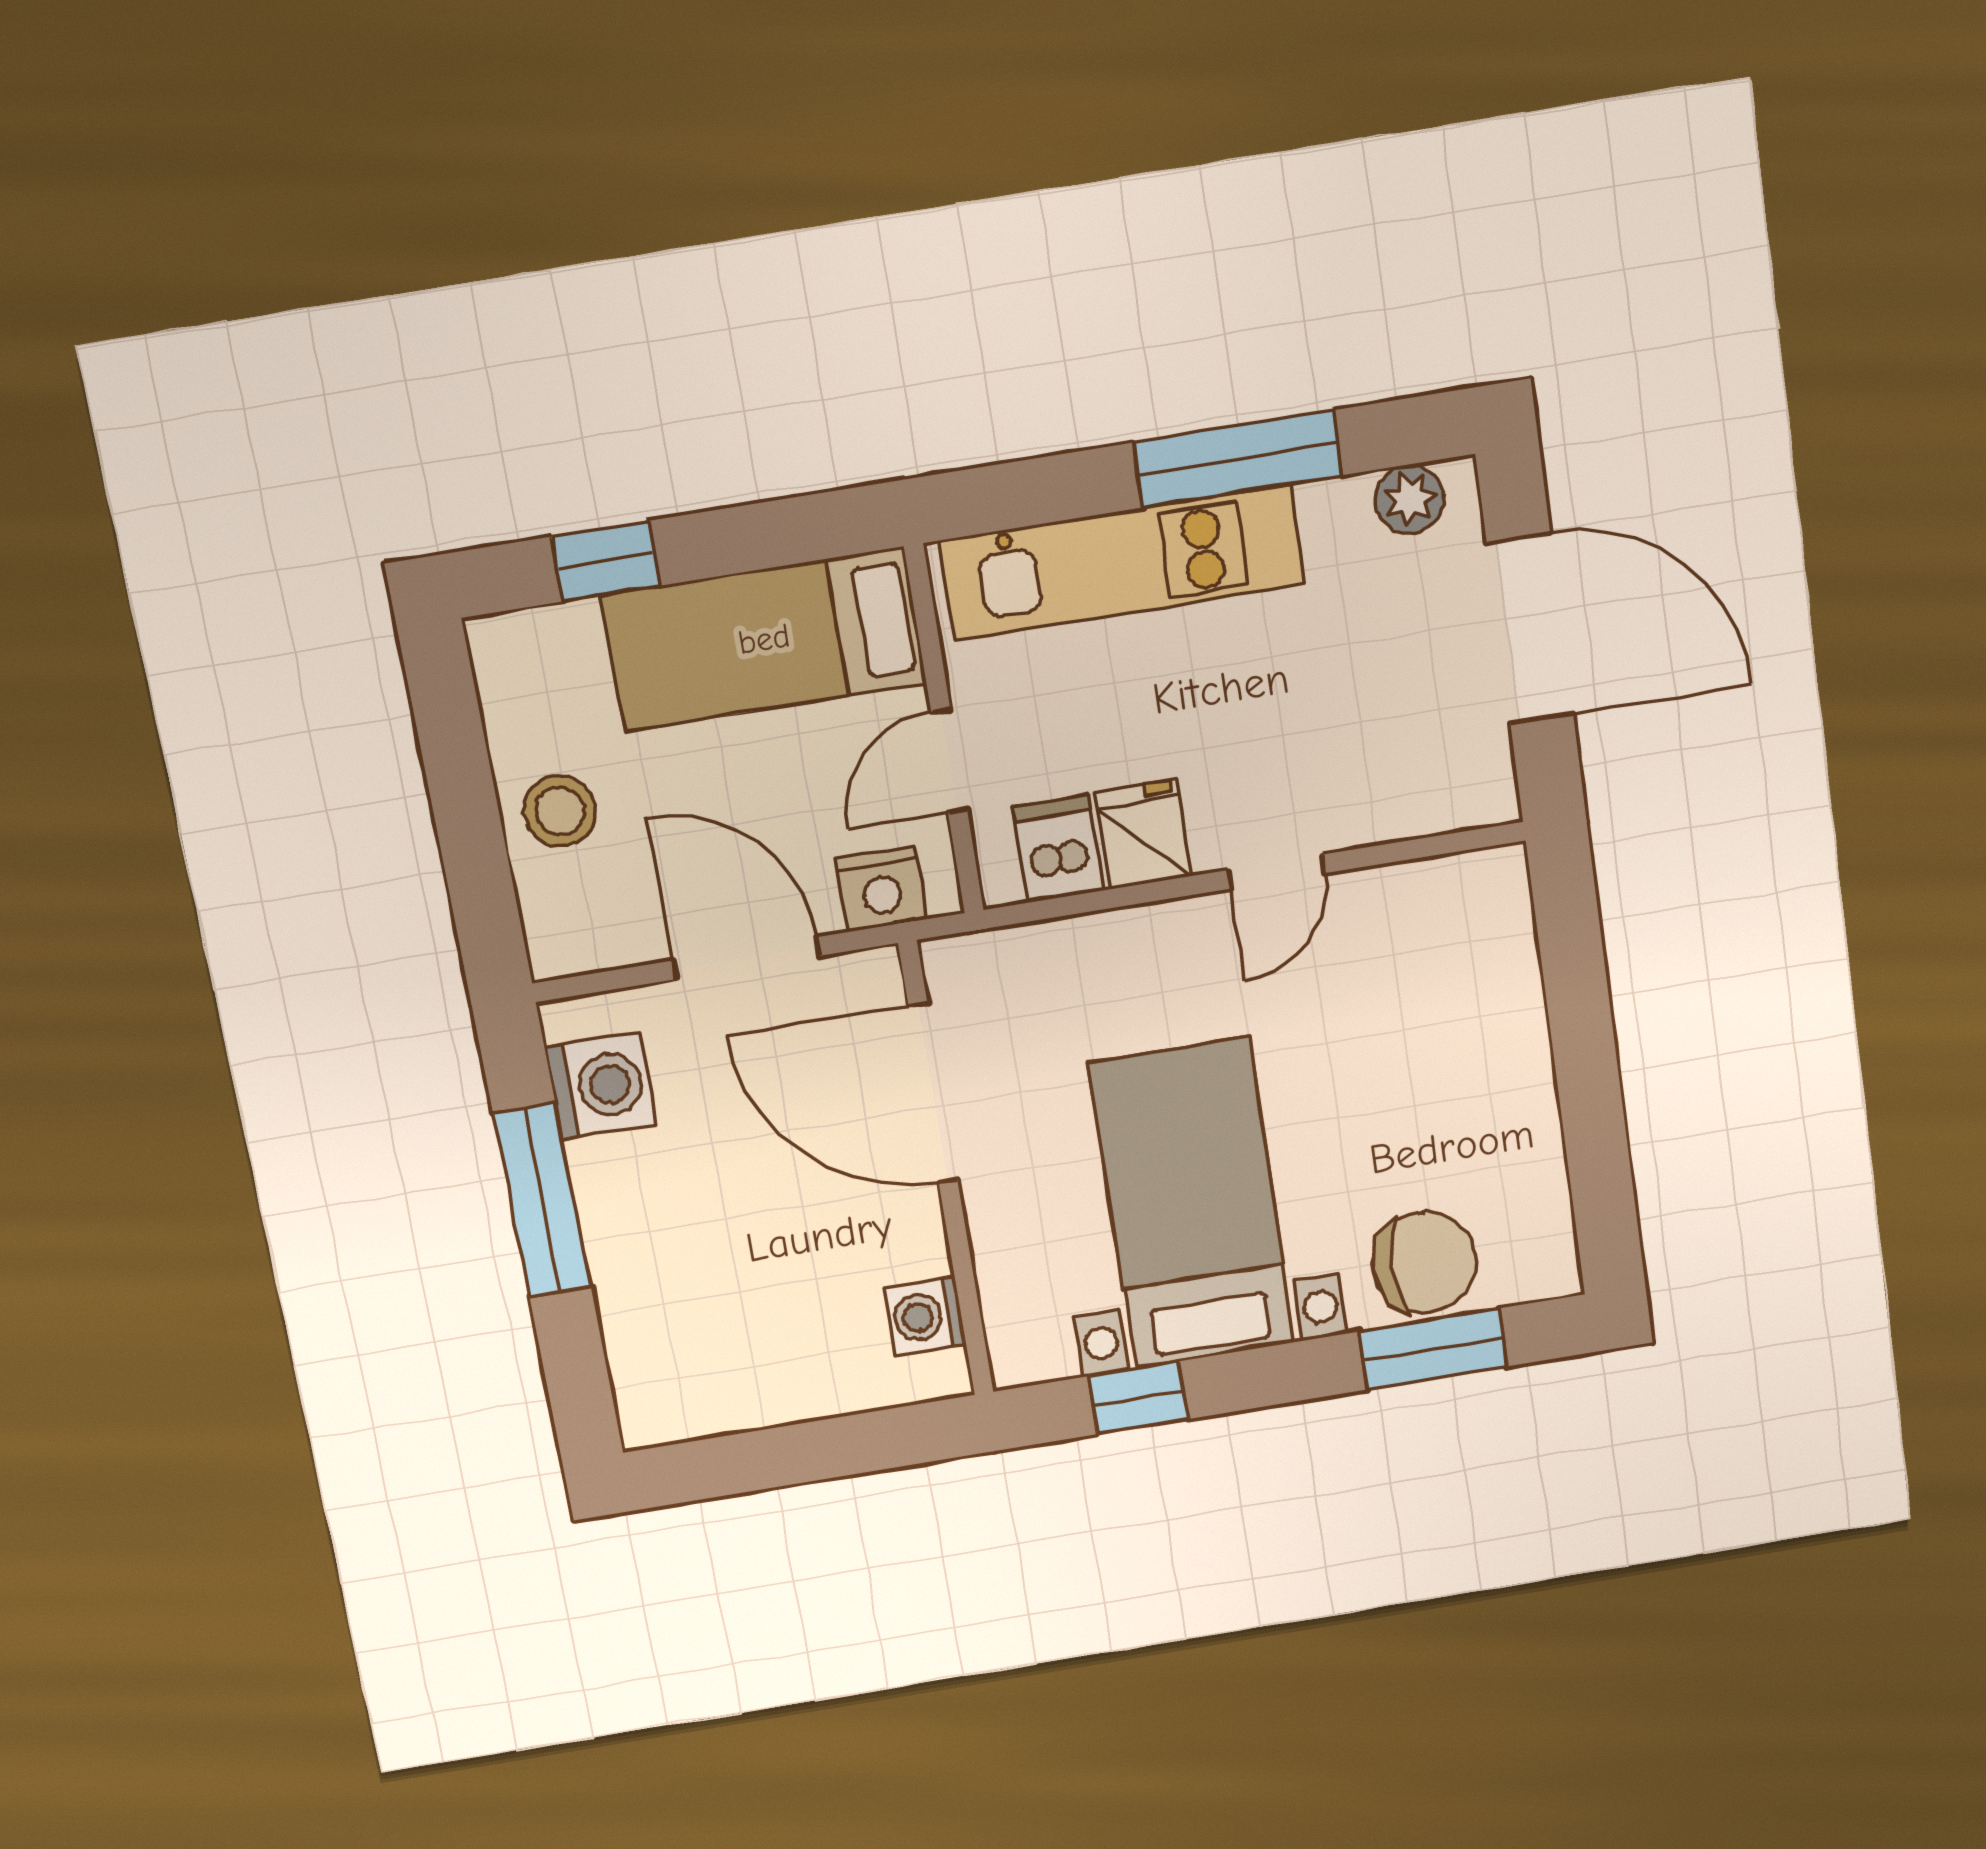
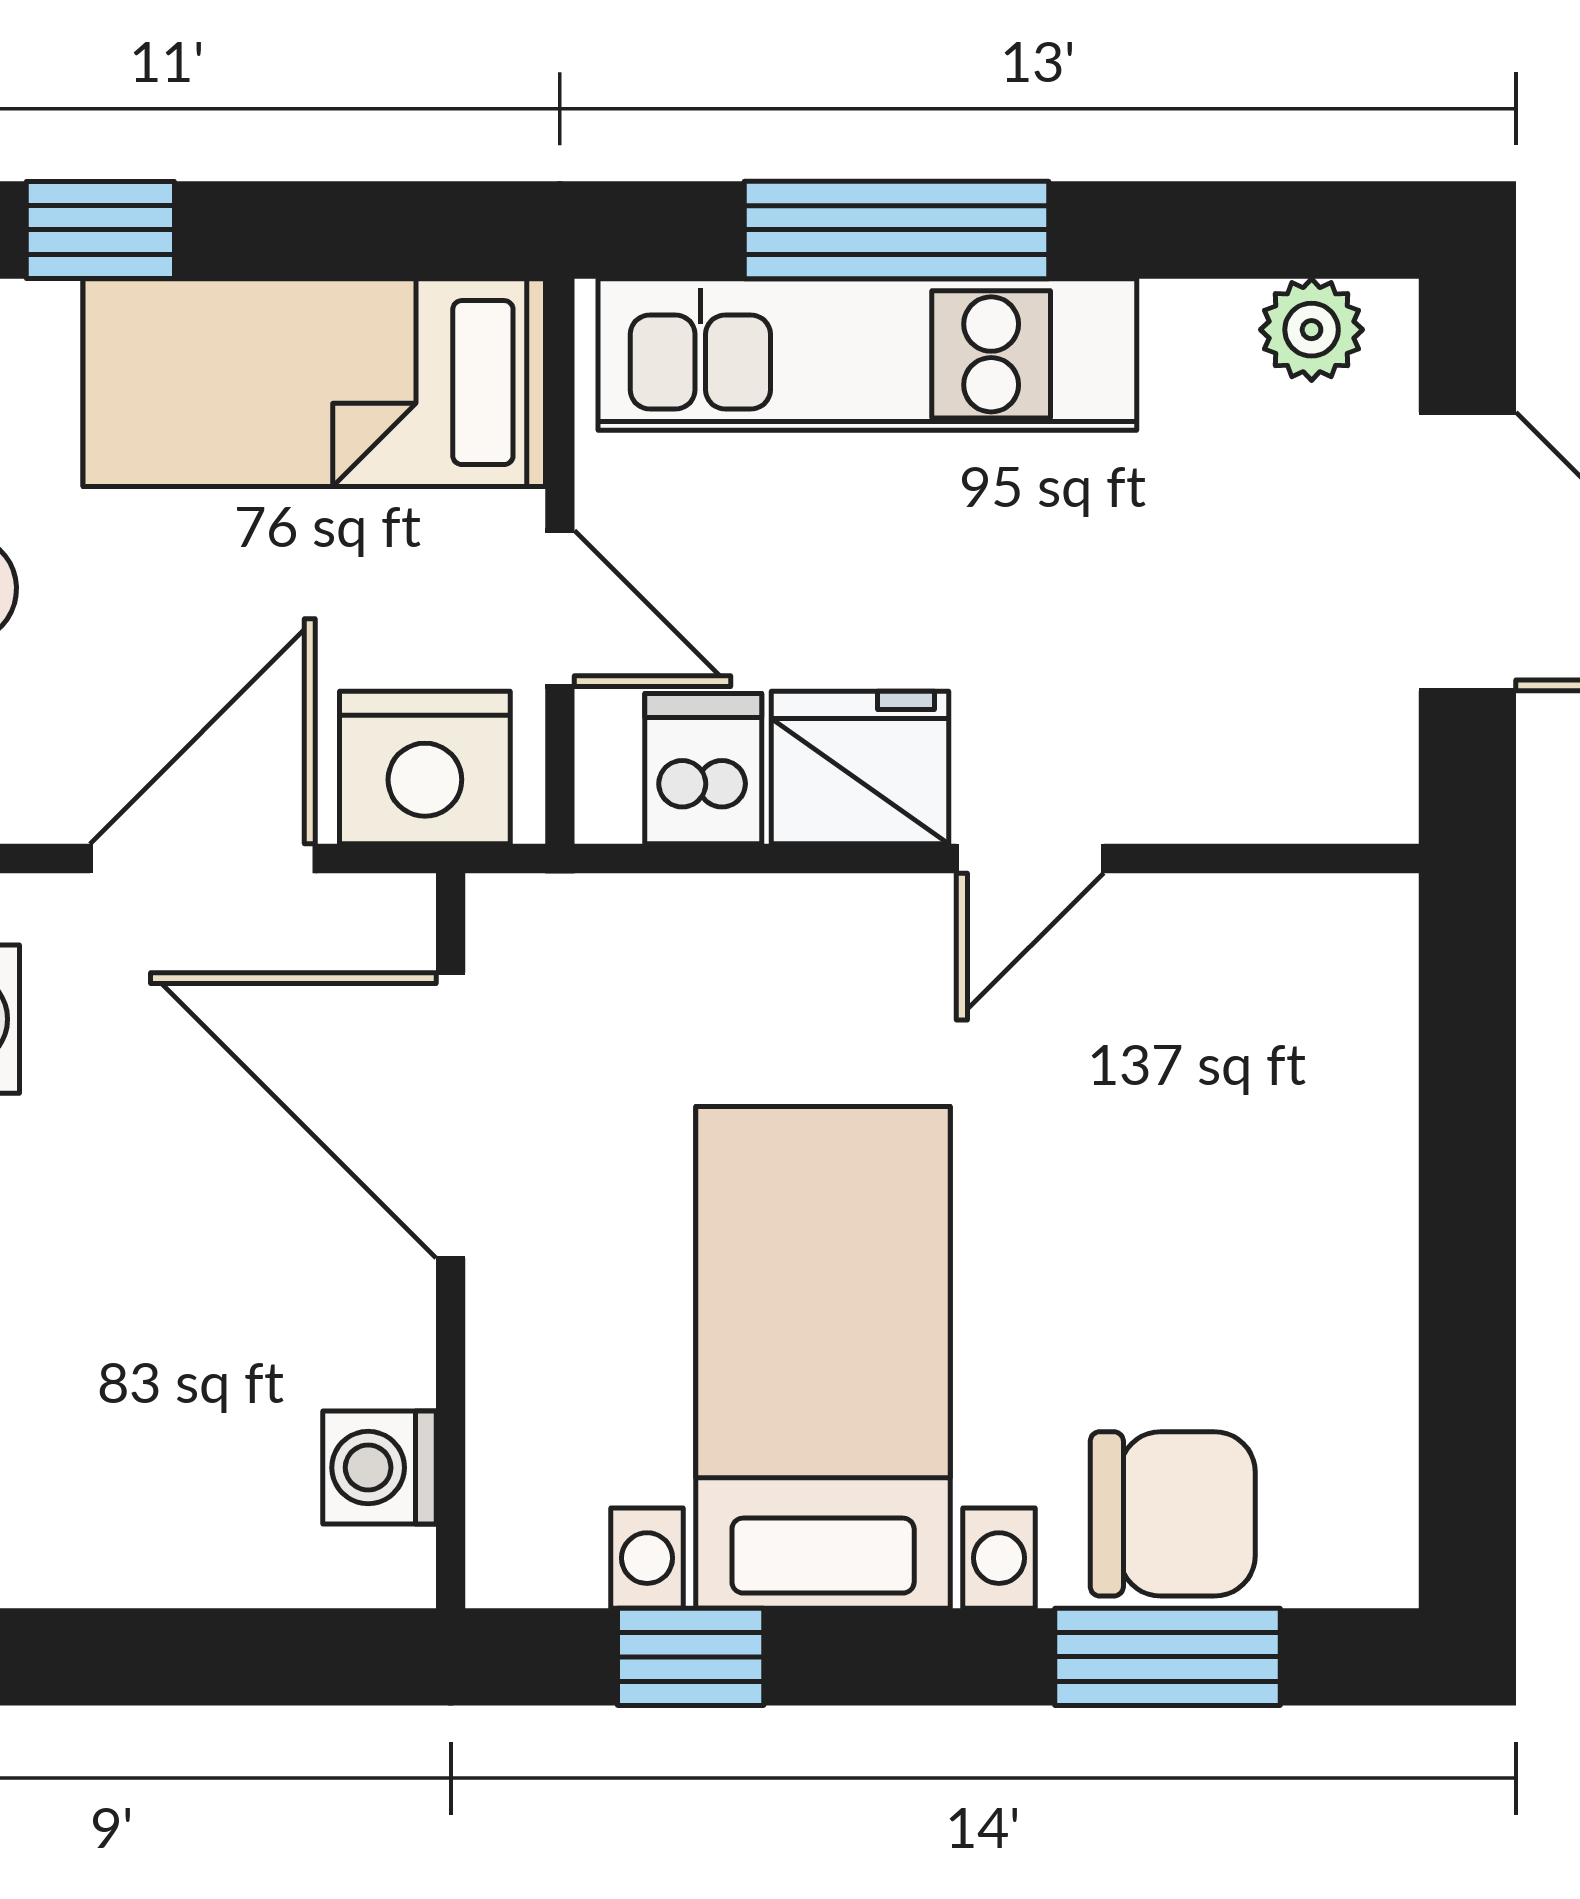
window: (1238, 459) -> (896, 230), moved
door: (949, 761) -> (560, 609), swing flipped
fridge: (1143, 834) -> (860, 768), width x1.38
nightstand: (881, 889) -> (425, 767), width x1.36, depth x1.33
door: (747, 958) -> (203, 858), hinge flipped

